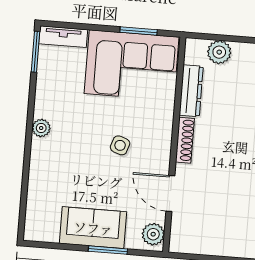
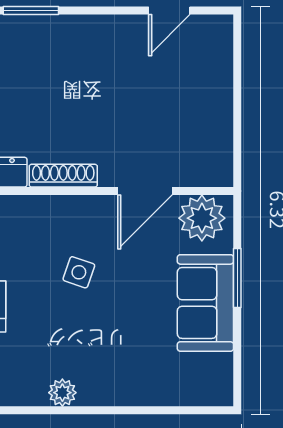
plant: (153, 234) -> (202, 218), width x1.36, depth x1.36

